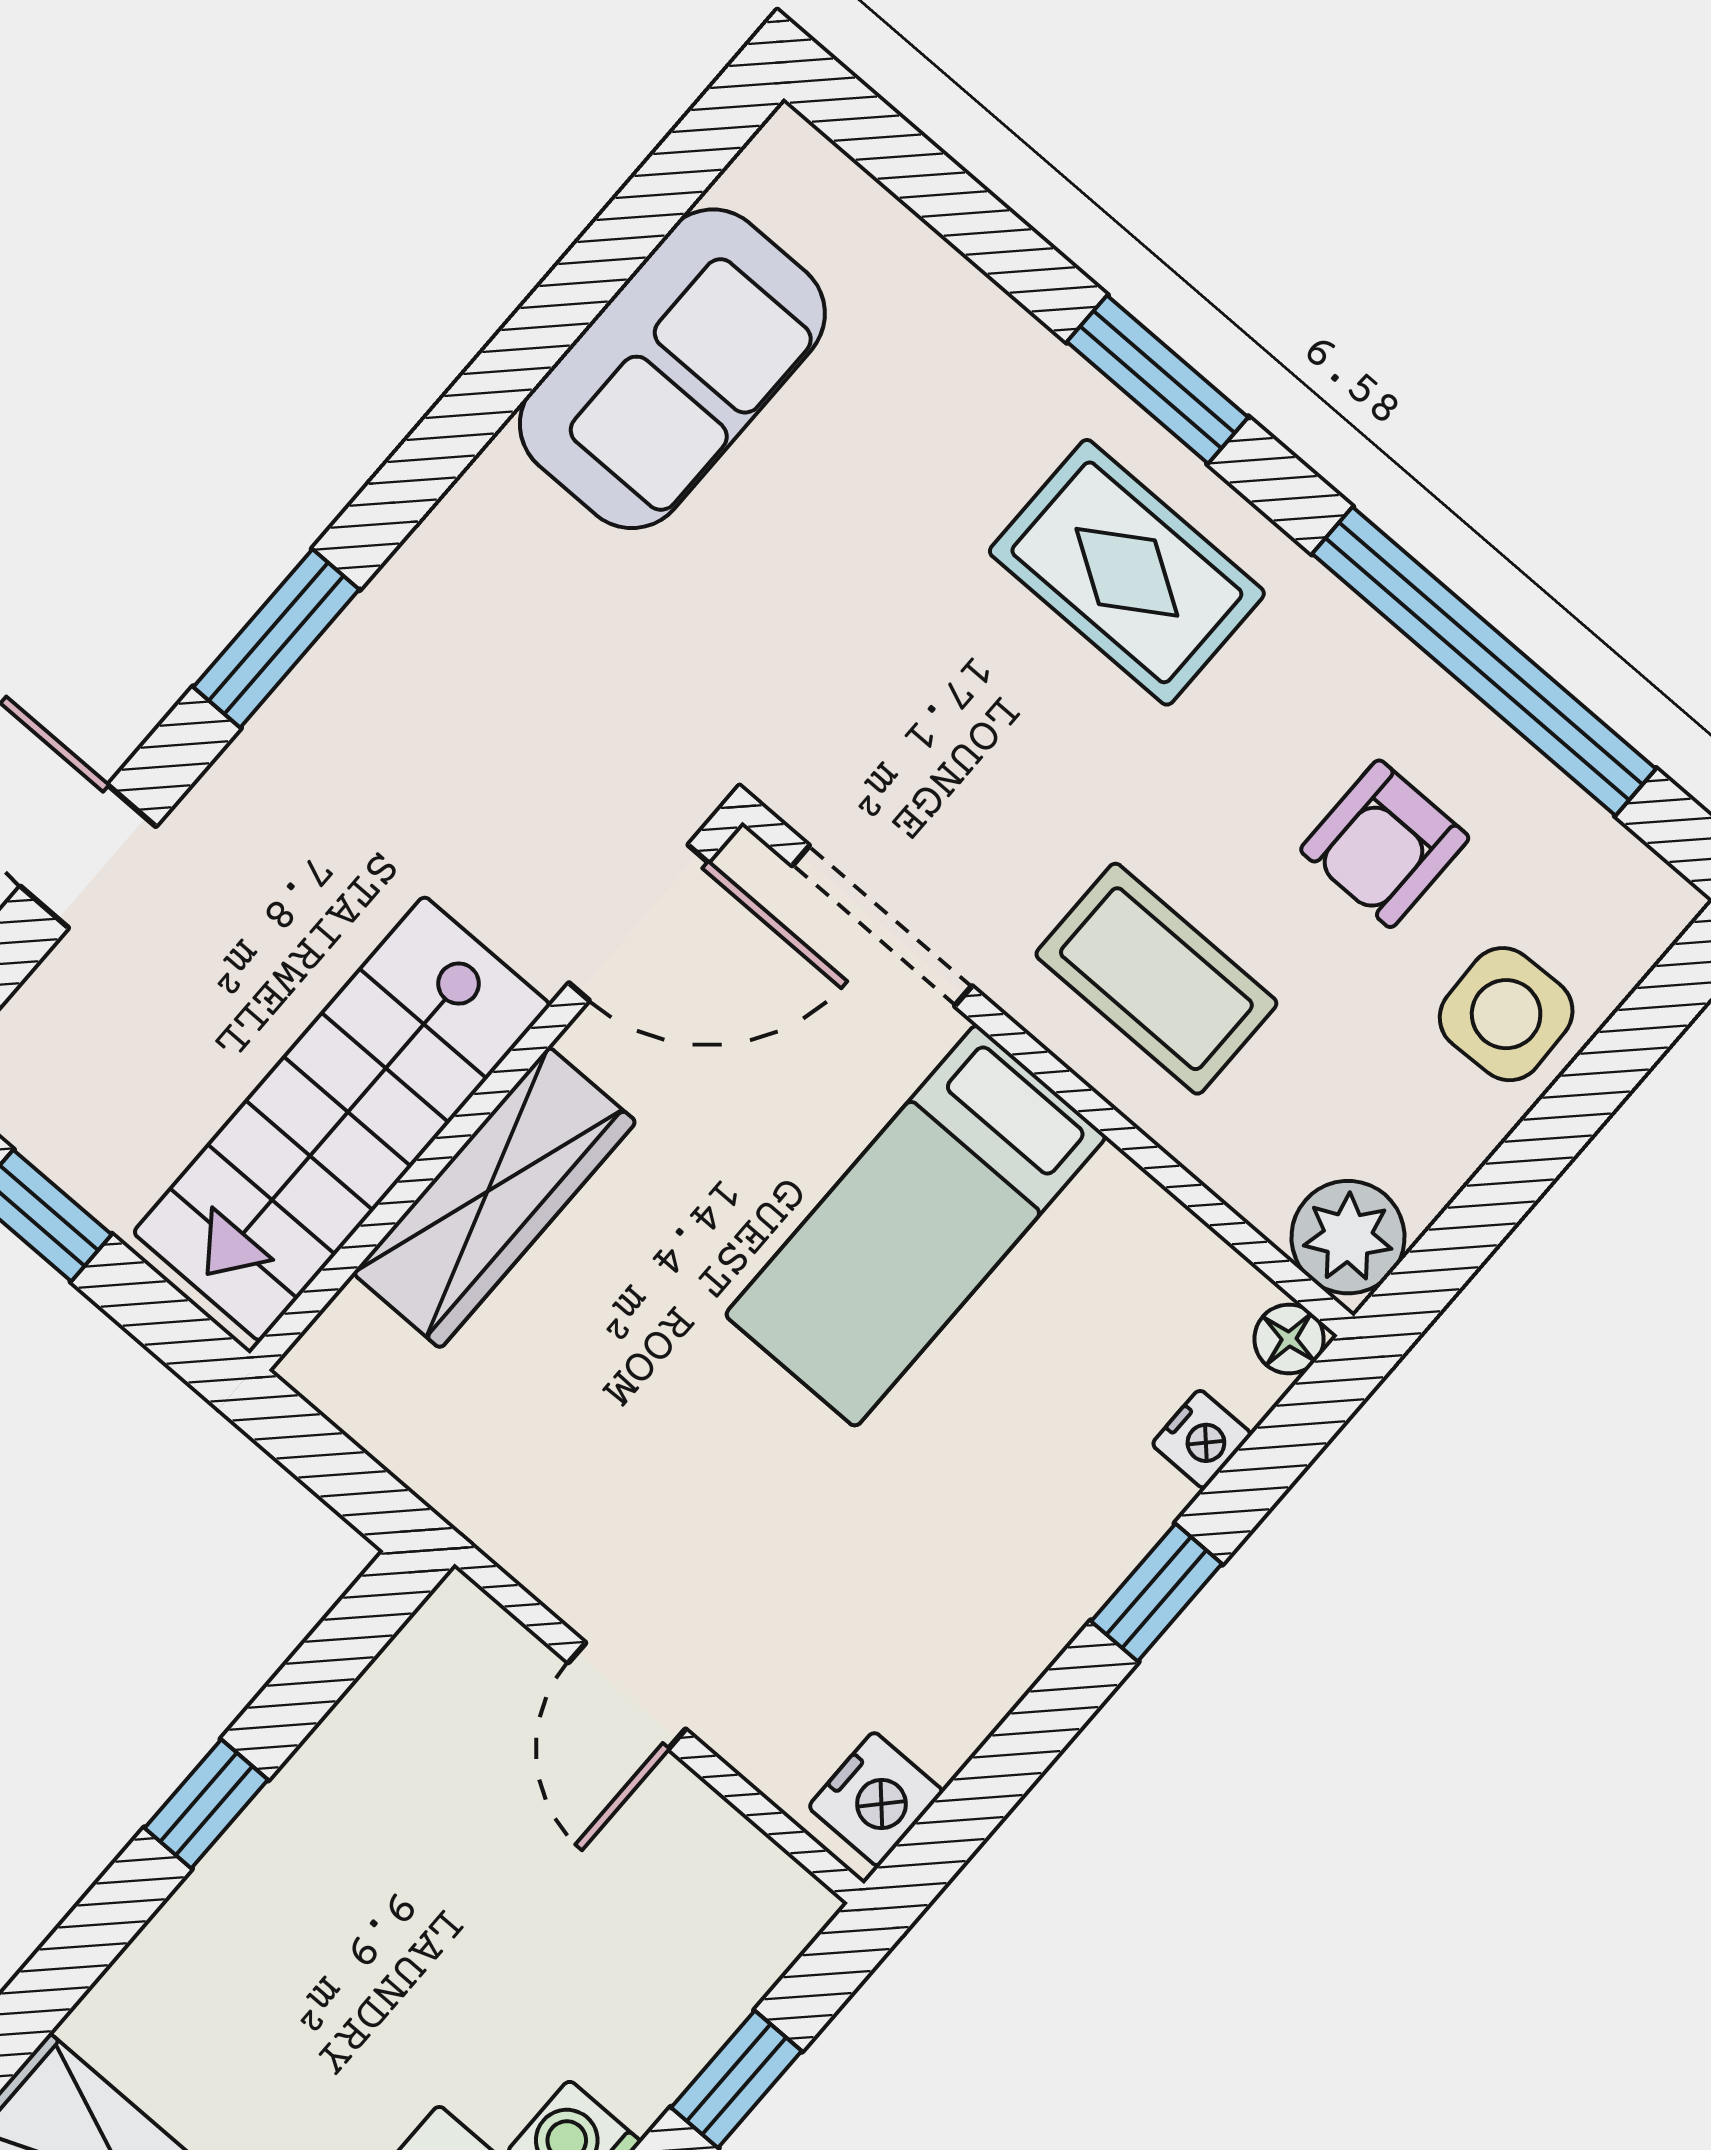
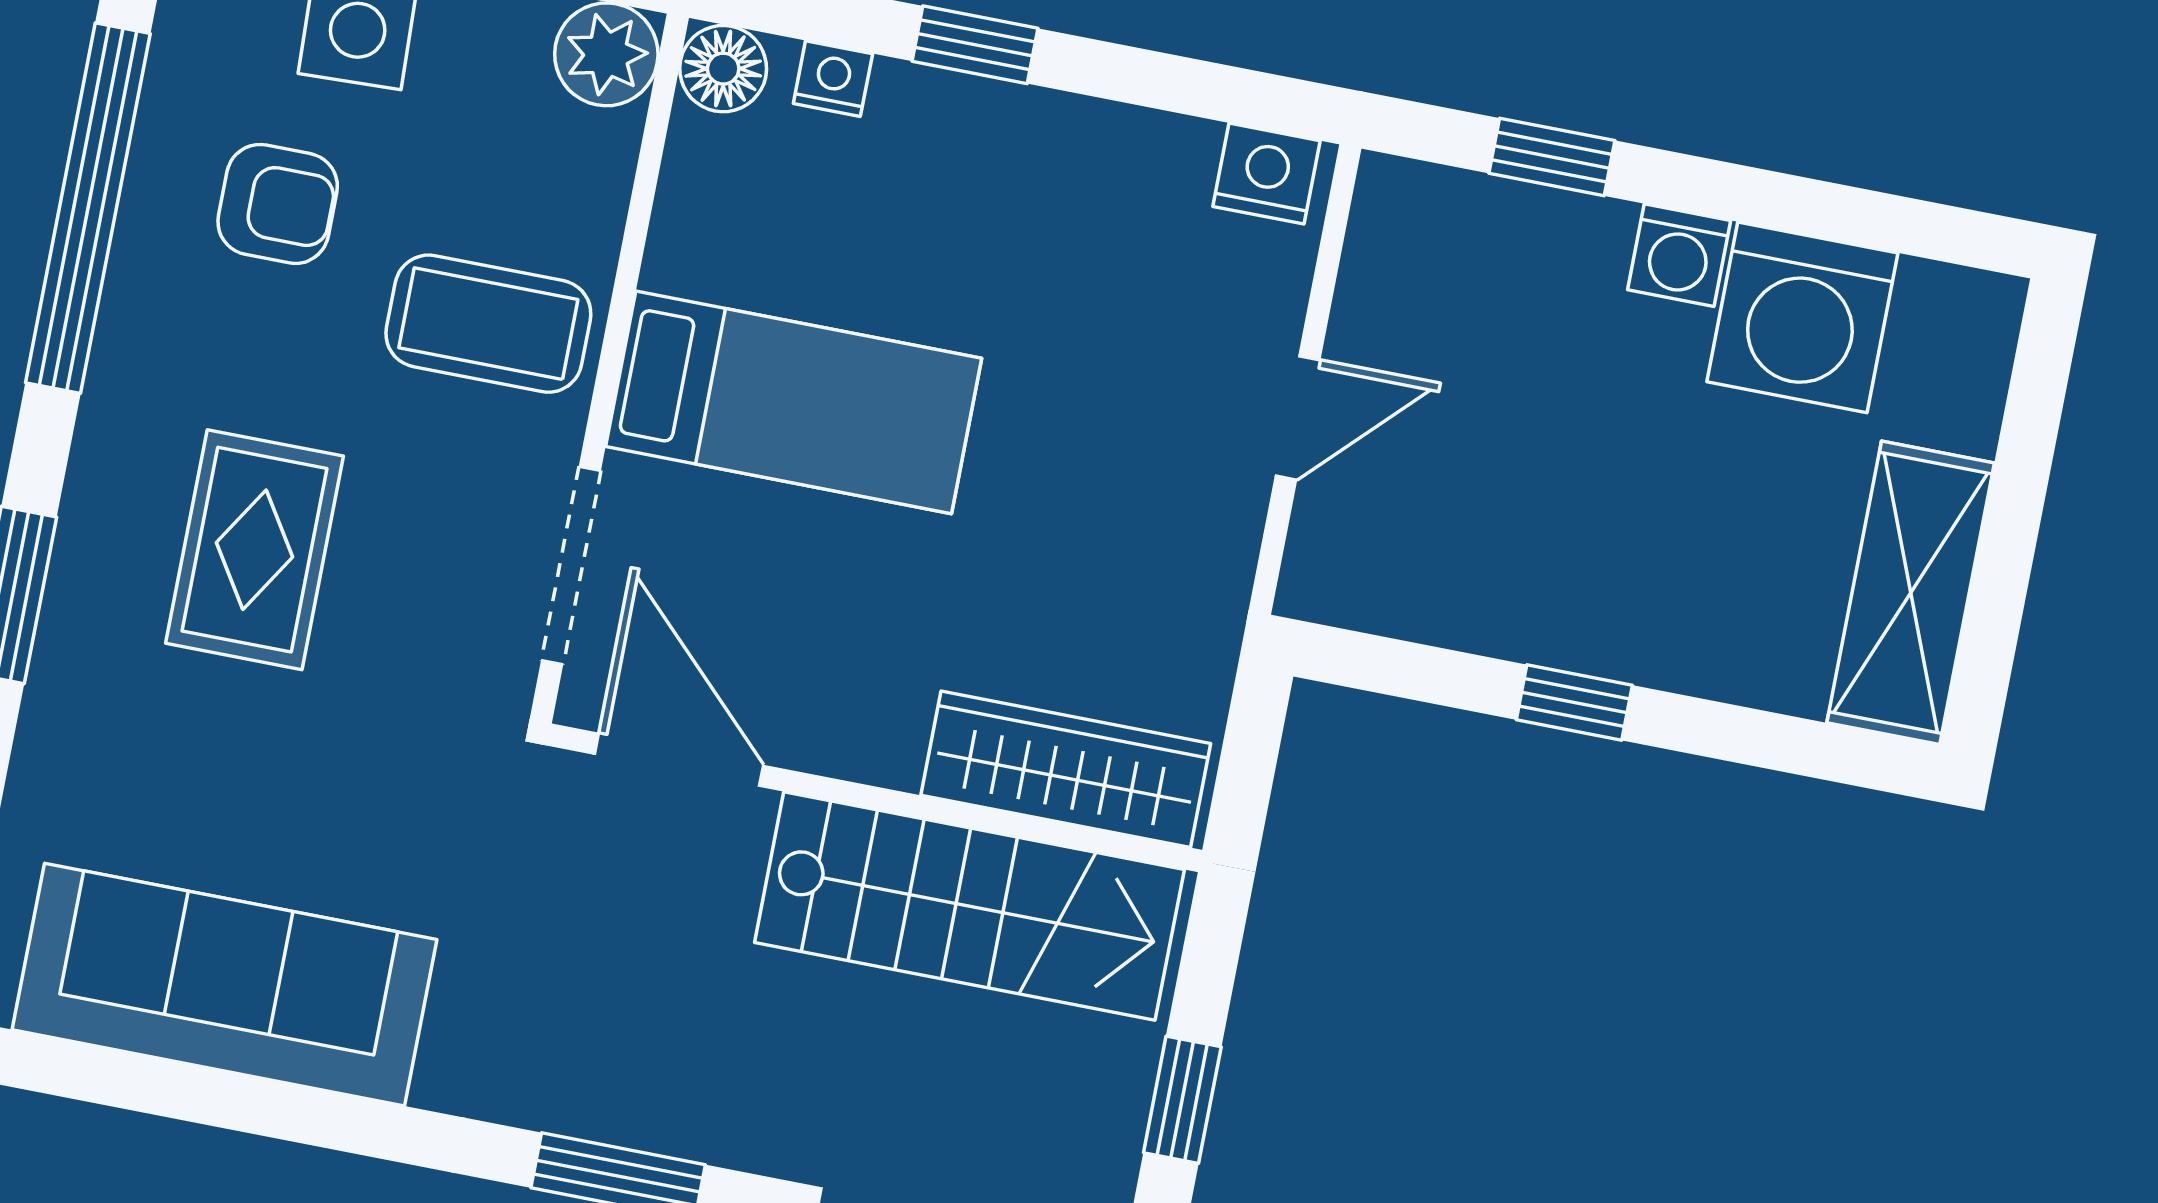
sofa: (672, 369) -> (225, 985), width x1.36
rug: (1127, 572) -> (255, 550), moved
coffee table: (1156, 979) -> (488, 324), turned 90
wardrobe: (494, 1197) -> (1066, 769), moved
floor lamp: (1289, 1339) -> (723, 69), width x1.37, depth x1.37

